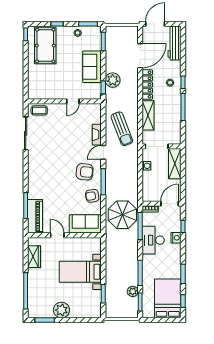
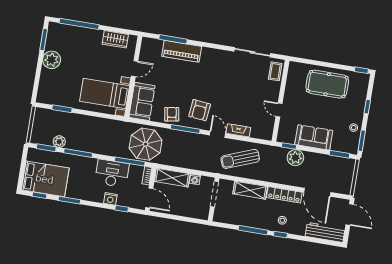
pool table: (45, 46) -> (327, 84), moved
shelving: (175, 164) -> (172, 178), moved
piano: (35, 216) -> (182, 51), moved
bed with nightstands: (80, 272) -> (105, 93), moved, turned -90

